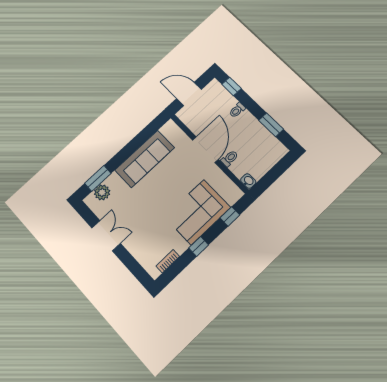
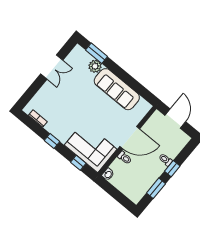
window: (232, 86) -> (172, 169), moved
plant: (102, 192) -> (95, 66), moved
corner sofa: (198, 212) -> (91, 147), moved

